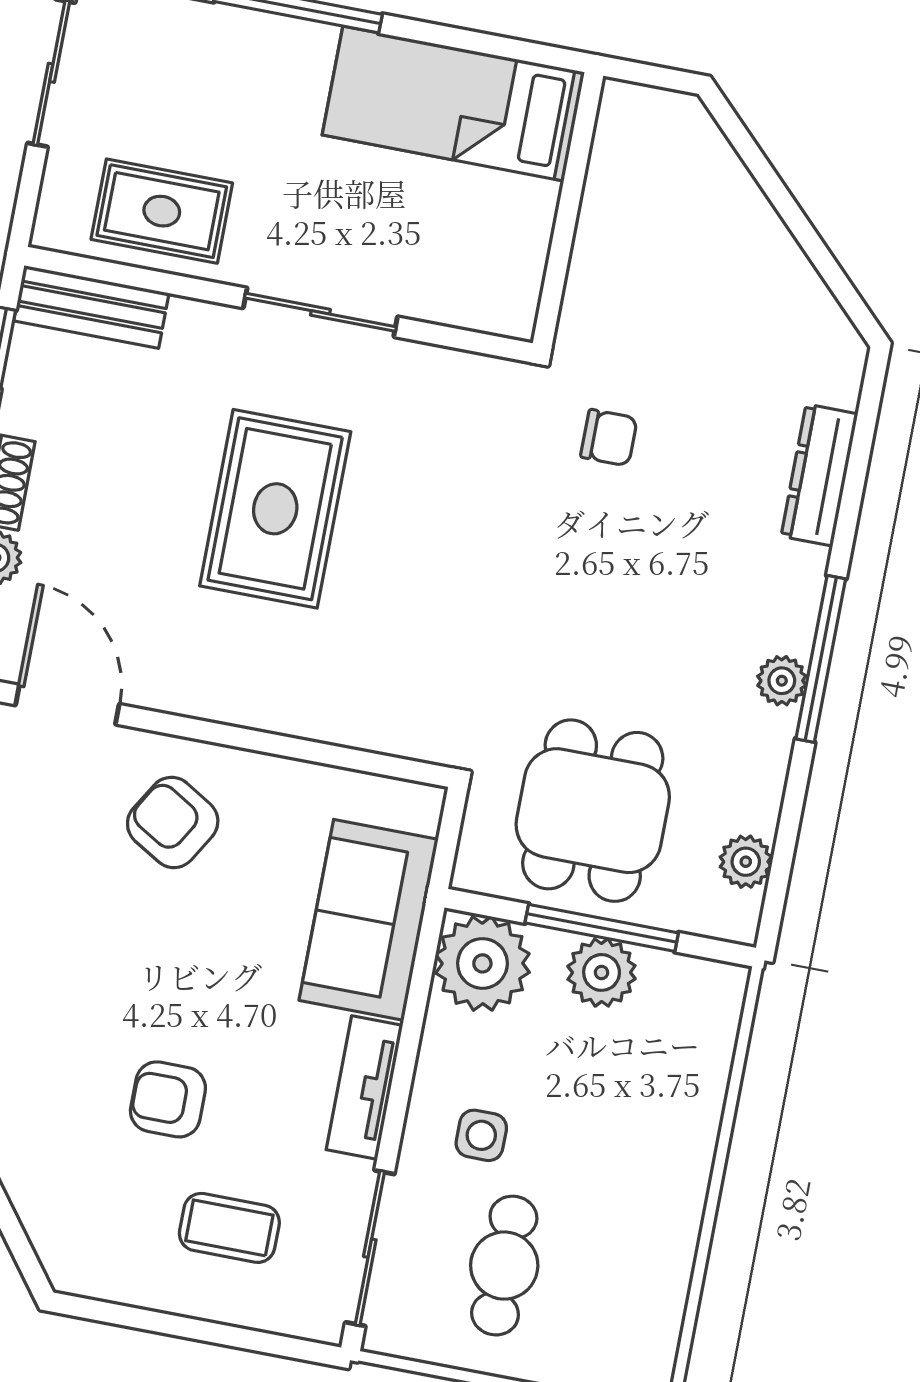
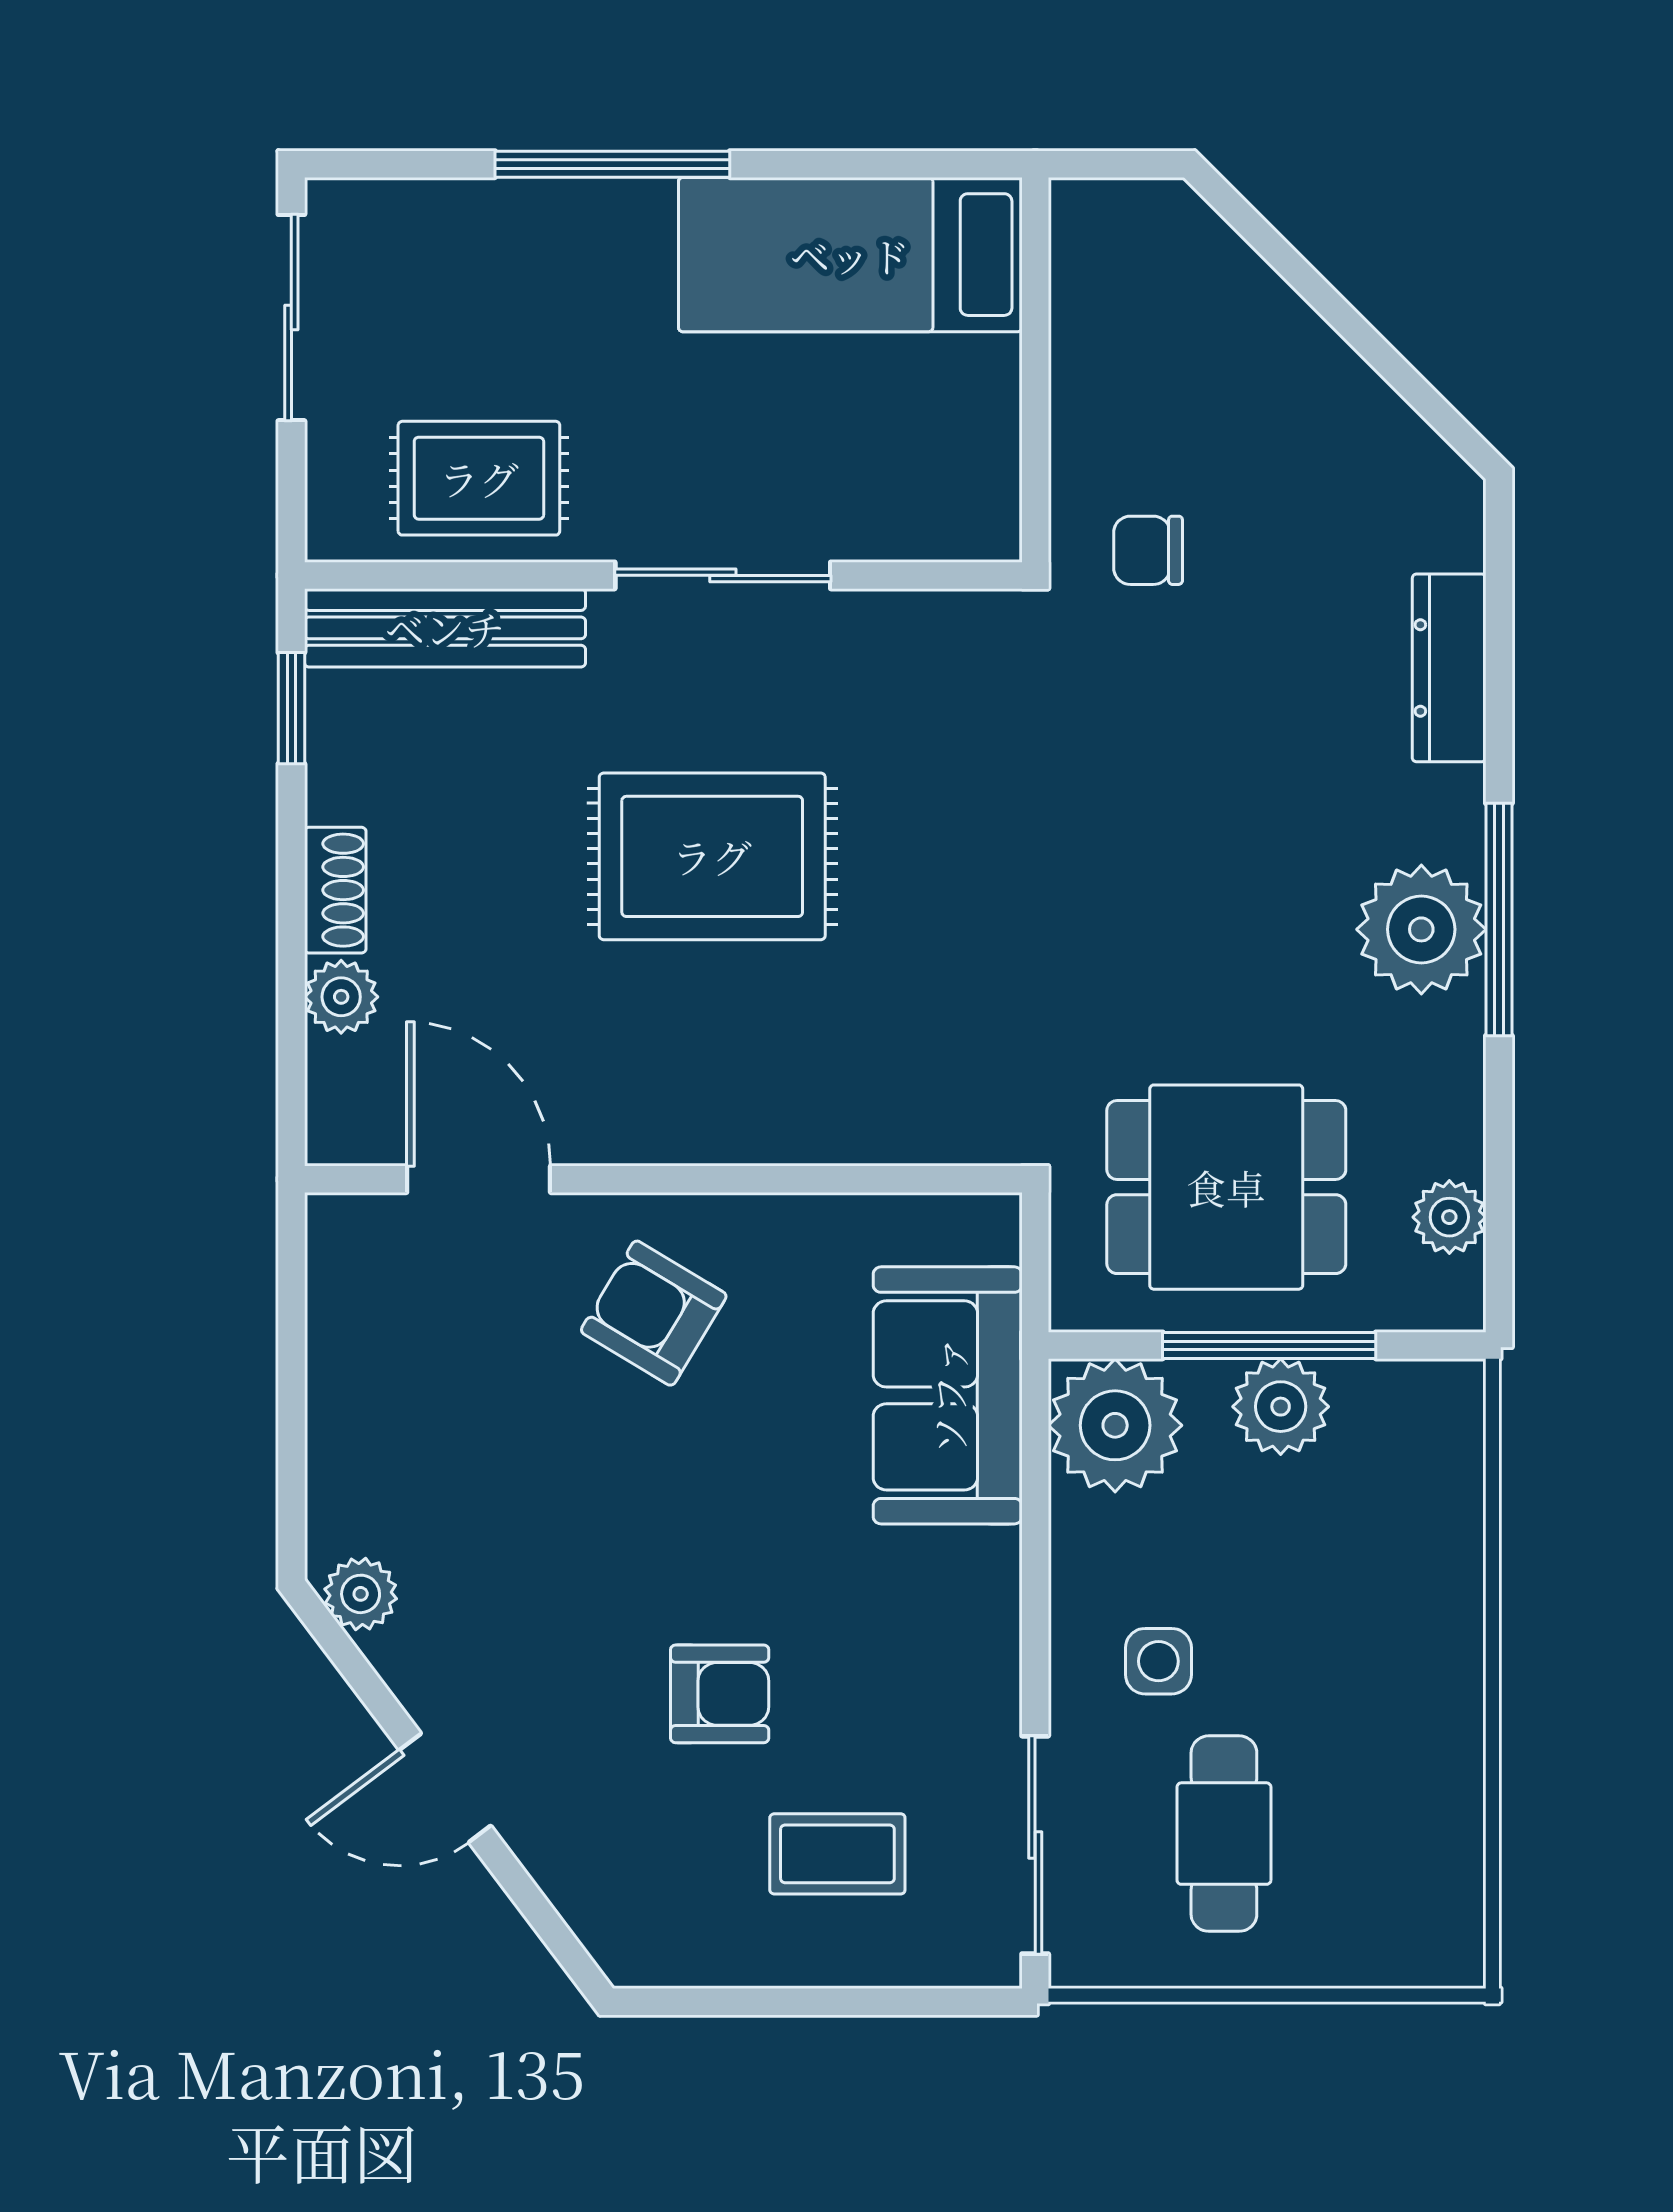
bench: (91, 307) -> (445, 628), width x1.36
chair: (609, 438) -> (1148, 550), moved, turned 180
rug: (275, 509) -> (712, 856), turned 90
plant: (782, 681) -> (1421, 929), width x1.88, depth x1.88
dining table: (593, 811) -> (1226, 1187), turned 90
tv unit: (364, 1088) -> (986, 1626), removed
armchair: (168, 1099) -> (720, 1694), turned 180

